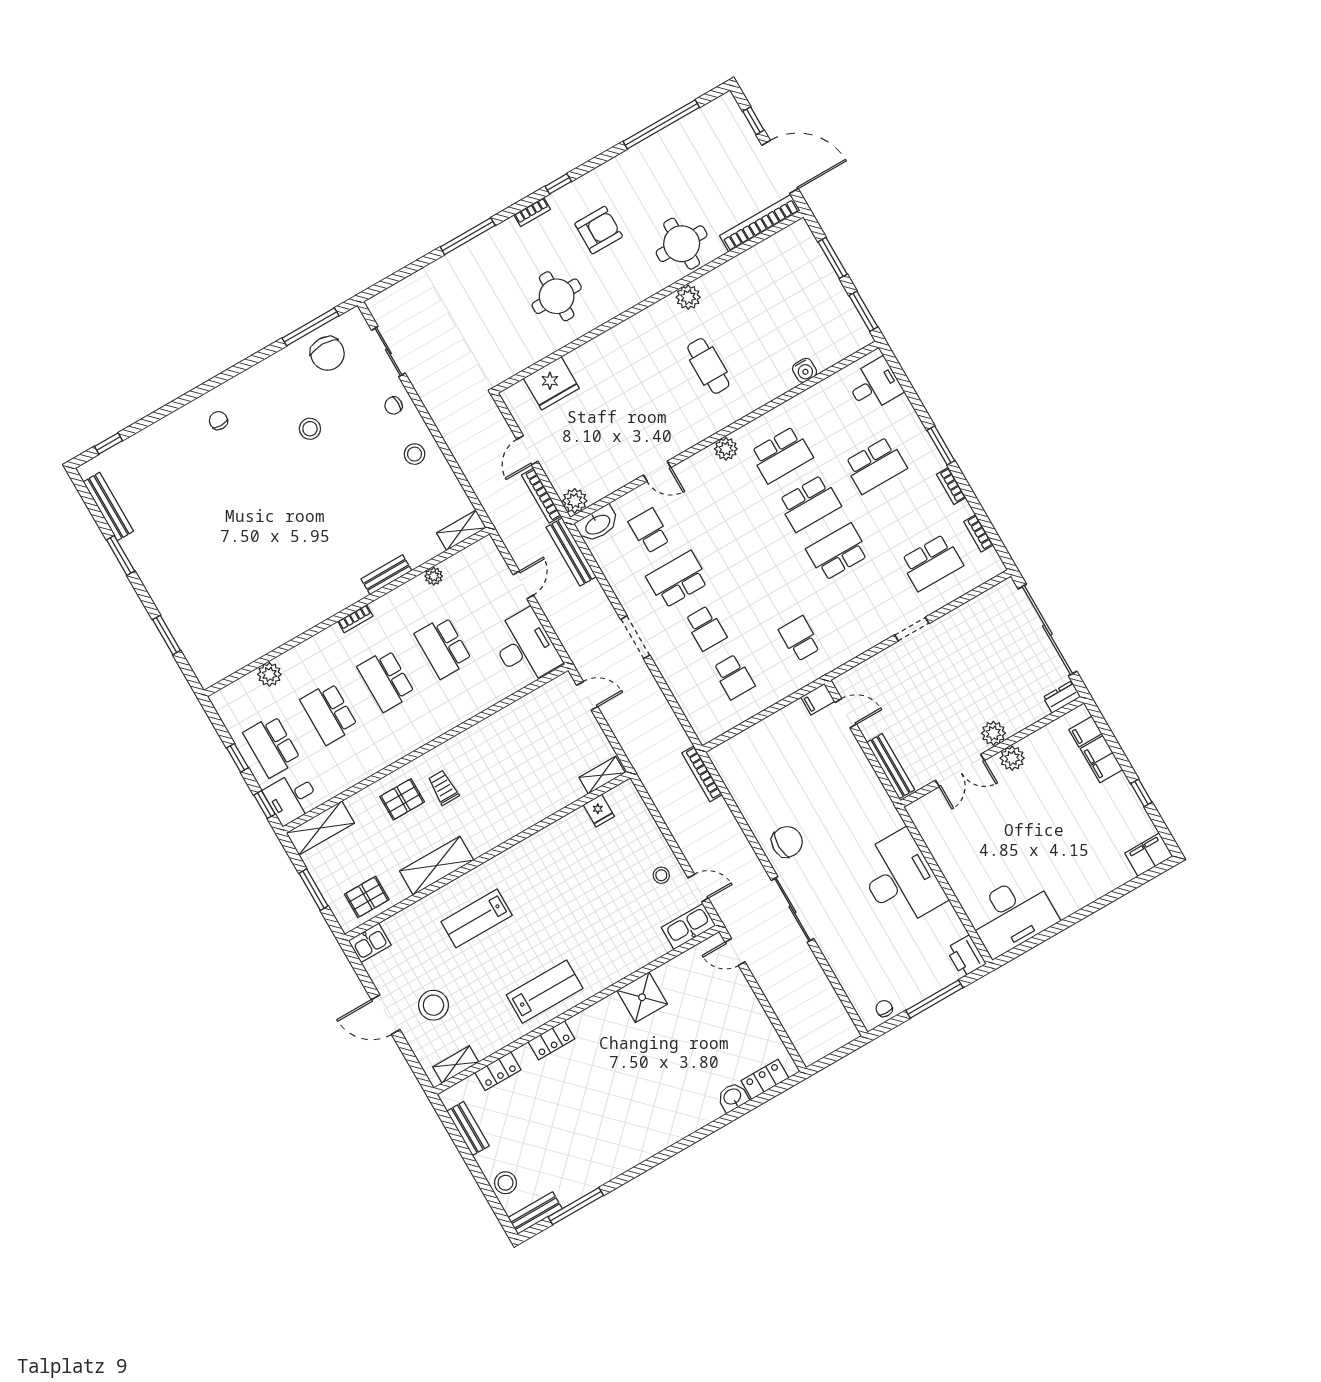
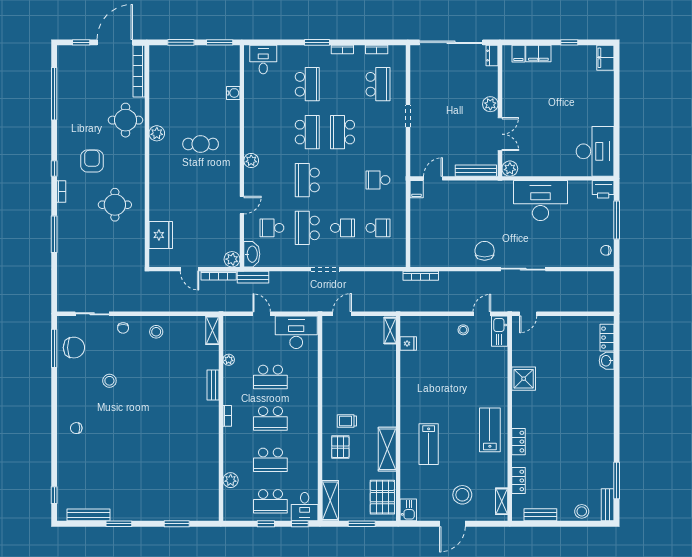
school desk: (781, 455) -> (307, 180), moved, turned 180
bench: (571, 552) -> (253, 277), width x0.73
plant: (1012, 758) -> (510, 169), moved
pallet: (367, 897) -> (382, 497), width x1.50, depth x1.42

